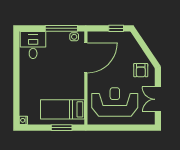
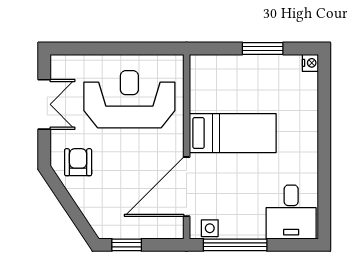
reception desk: (115, 102) -> (129, 99), turned 180
bed: (63, 109) -> (233, 133), moved
window: (62, 128) -> (263, 49), moved

